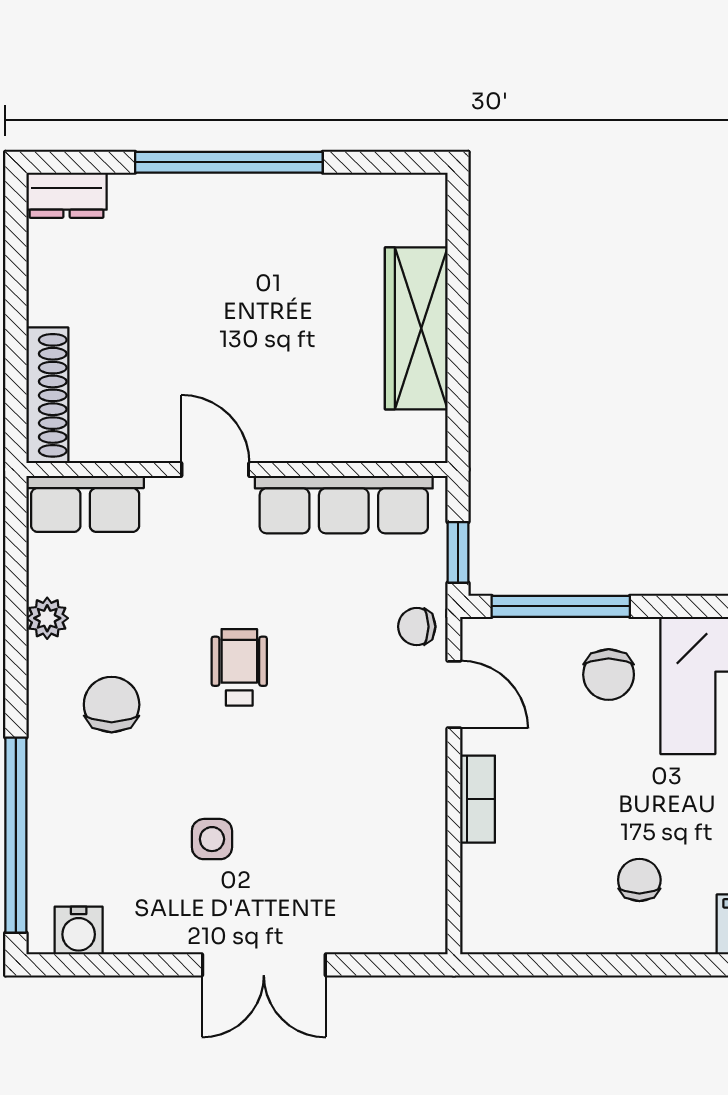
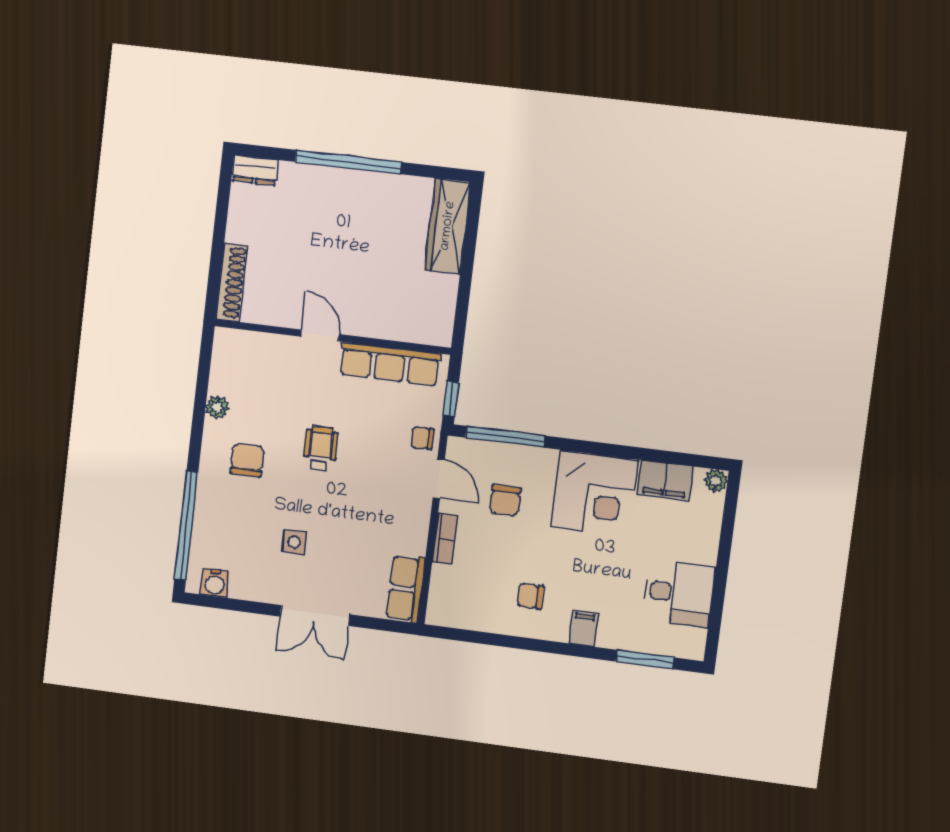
wardrobe: (416, 328) -> (448, 226), moved
row of seats: (85, 504) -> (406, 589), moved, turned 90
chair: (609, 675) -> (505, 500), moved
chair: (639, 880) -> (530, 596), turned -90

